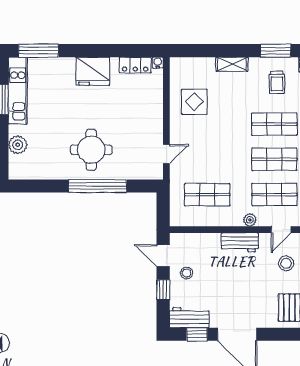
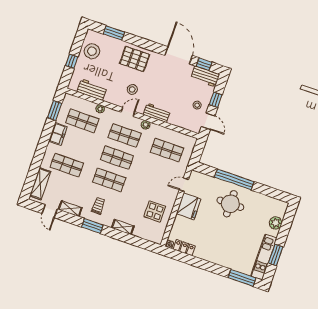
fridge: (93, 71) -> (189, 206), moved, turned 90

